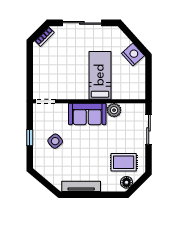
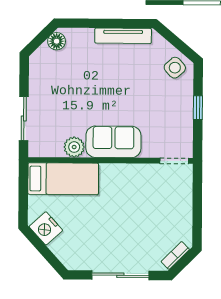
bed: (100, 75) -> (63, 179), moved, turned -90
side table: (55, 141) -> (175, 68), moved
rug: (124, 162) -> (61, 71), removed

